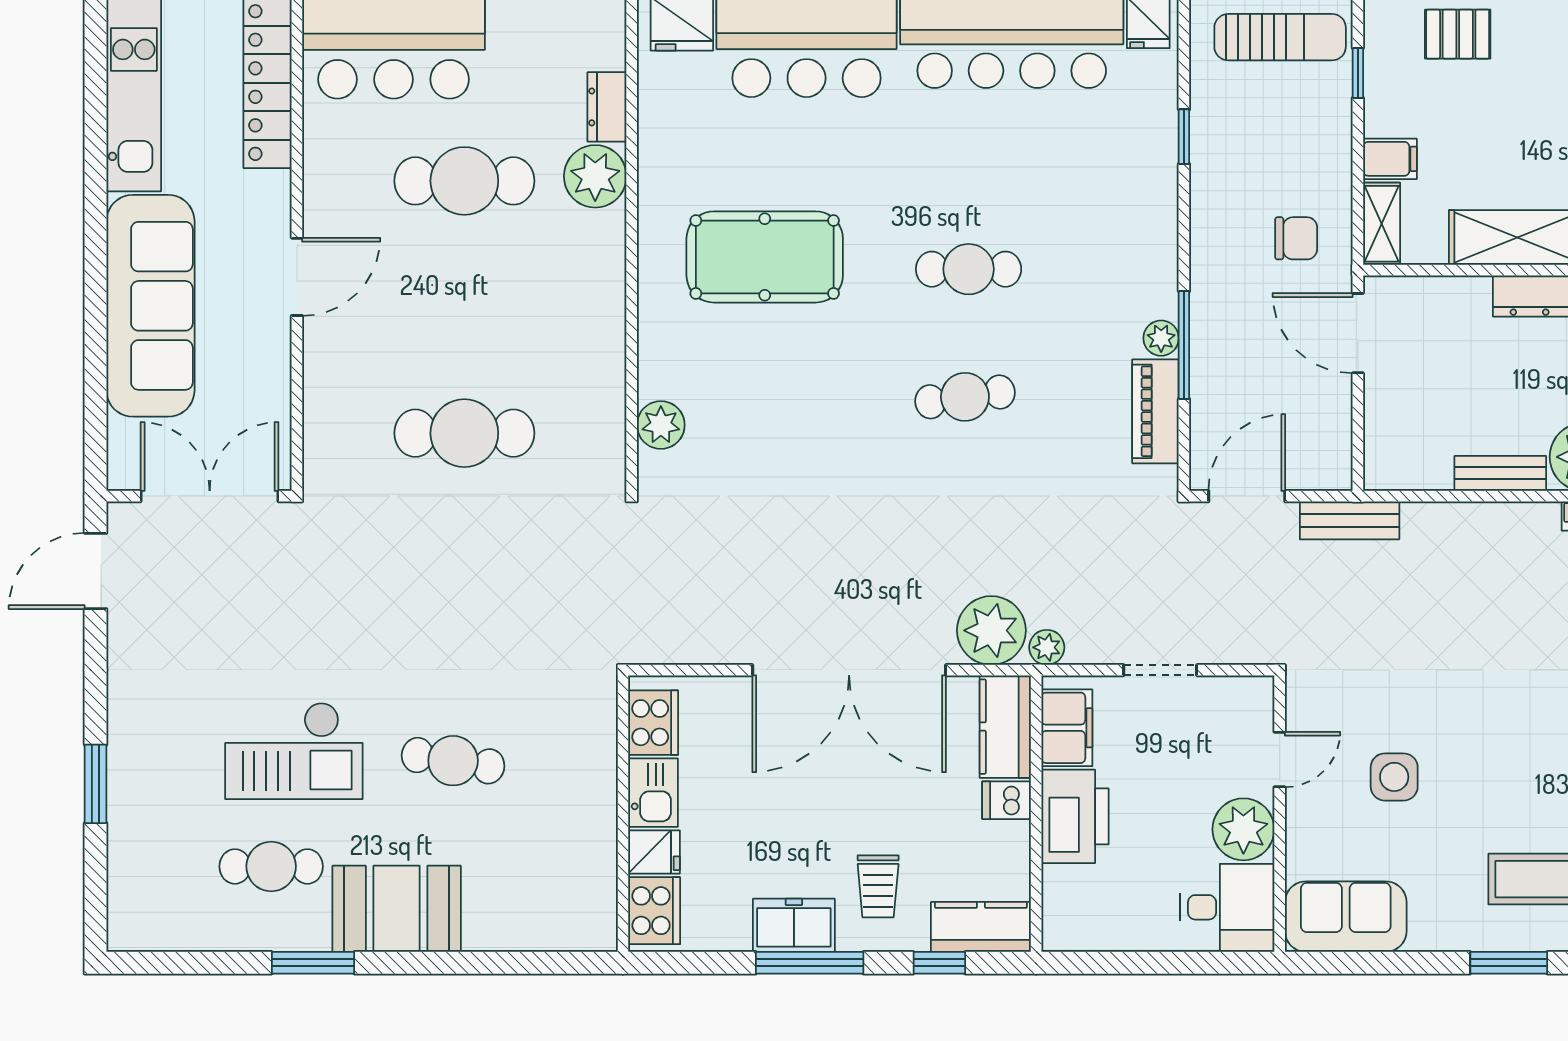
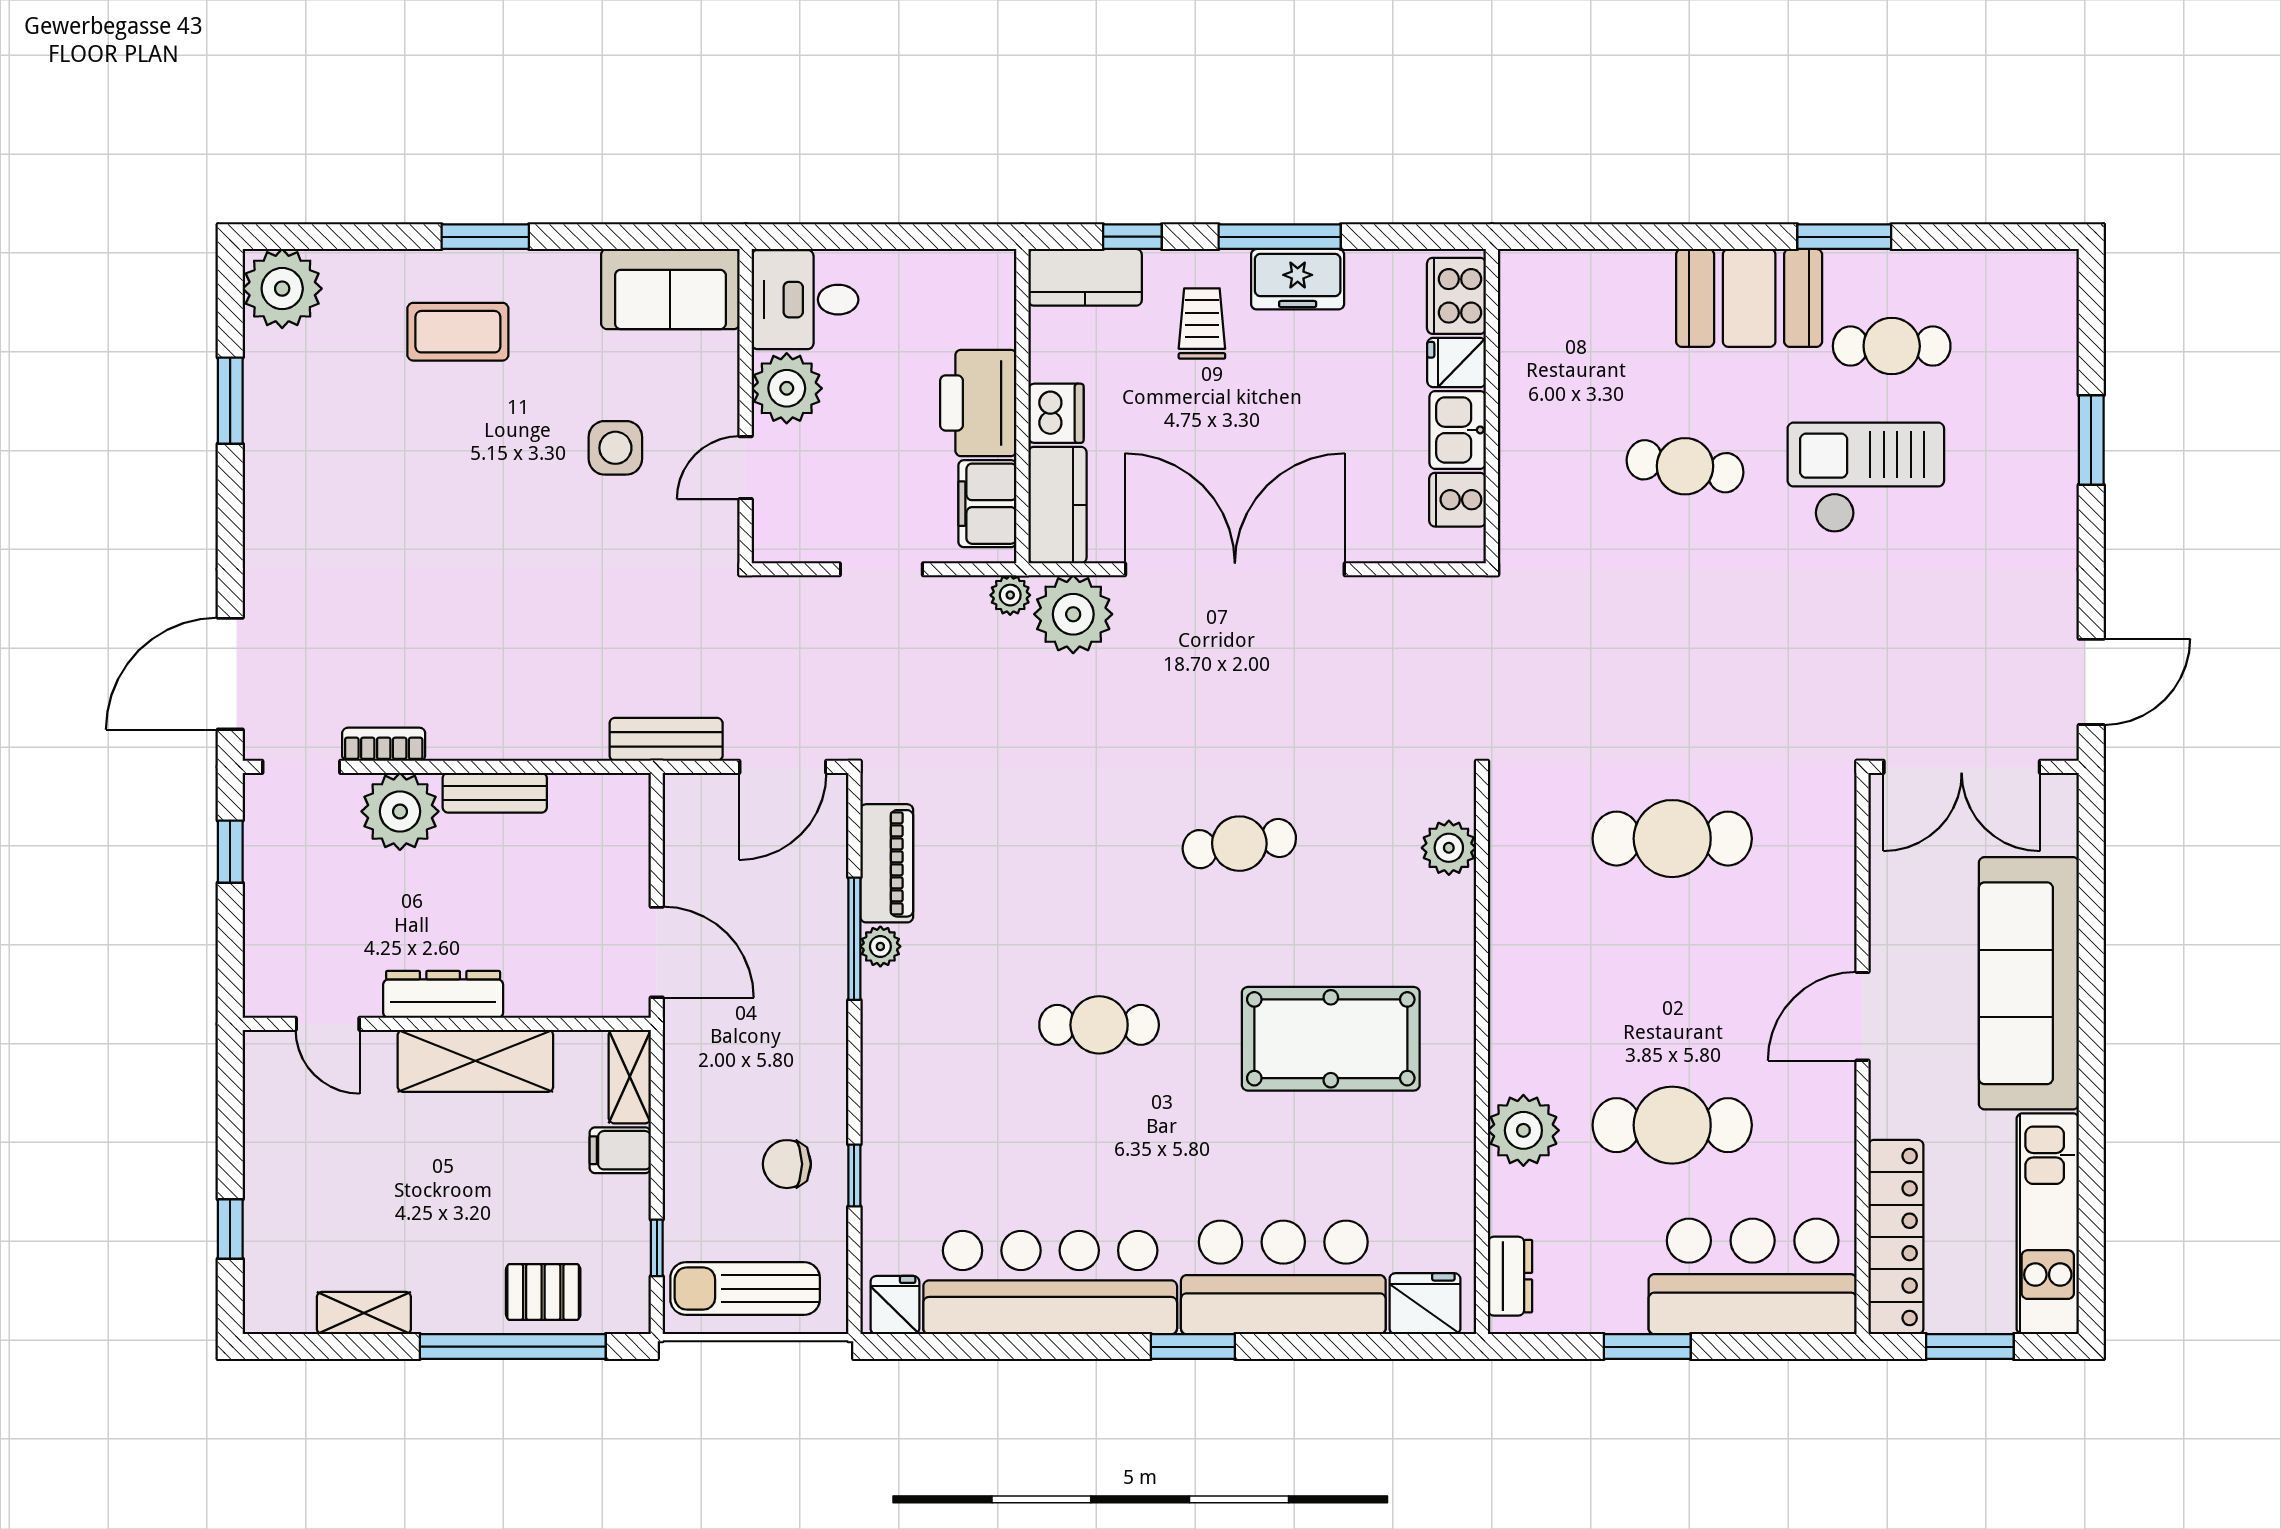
dresser: (607, 107) -> (1510, 1276), moved
chair: (1296, 238) -> (787, 1164), moved
cafe table: (965, 397) -> (1239, 844), moved
cooker: (653, 723) -> (1458, 500), width x0.73
dishwasher: (1007, 800) -> (1056, 413), width x1.38

